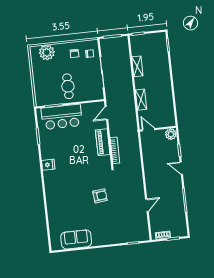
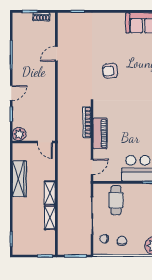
cafe table: (68, 86) -> (116, 200), moved
wardrobe: (167, 96) -> (19, 179), added
shelving: (141, 100) -> (50, 193), moved
door: (181, 168) -> (11, 93), hinge flipped

